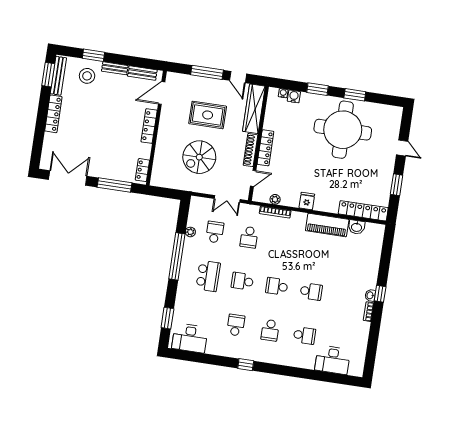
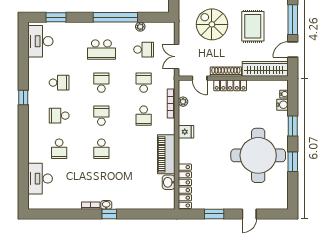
school desk: (249, 237) -> (144, 83), turned 90
school desk: (283, 242) -> (144, 116), added

